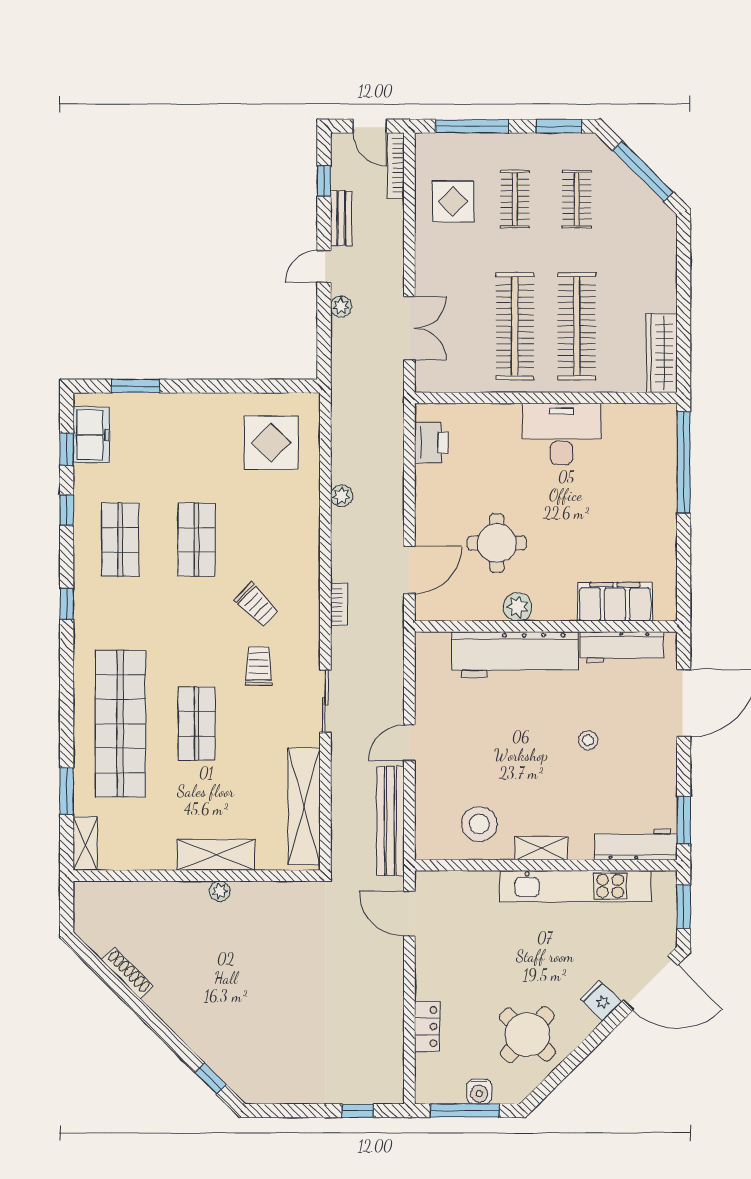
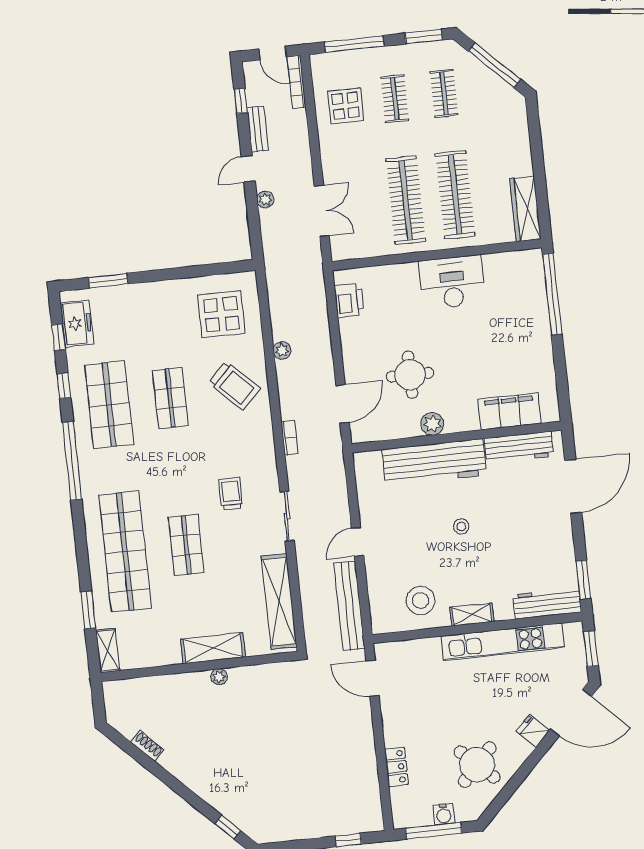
shop shelf: (120, 540) -> (109, 405), width x1.43, depth x1.36
window: (67, 604) -> (72, 461), width x3.17
trolley: (256, 605) -> (235, 386), moved, width x1.36, depth x1.39
stool: (588, 740) -> (461, 526), moved
shoe rack: (127, 973) -> (147, 746), width x0.70

